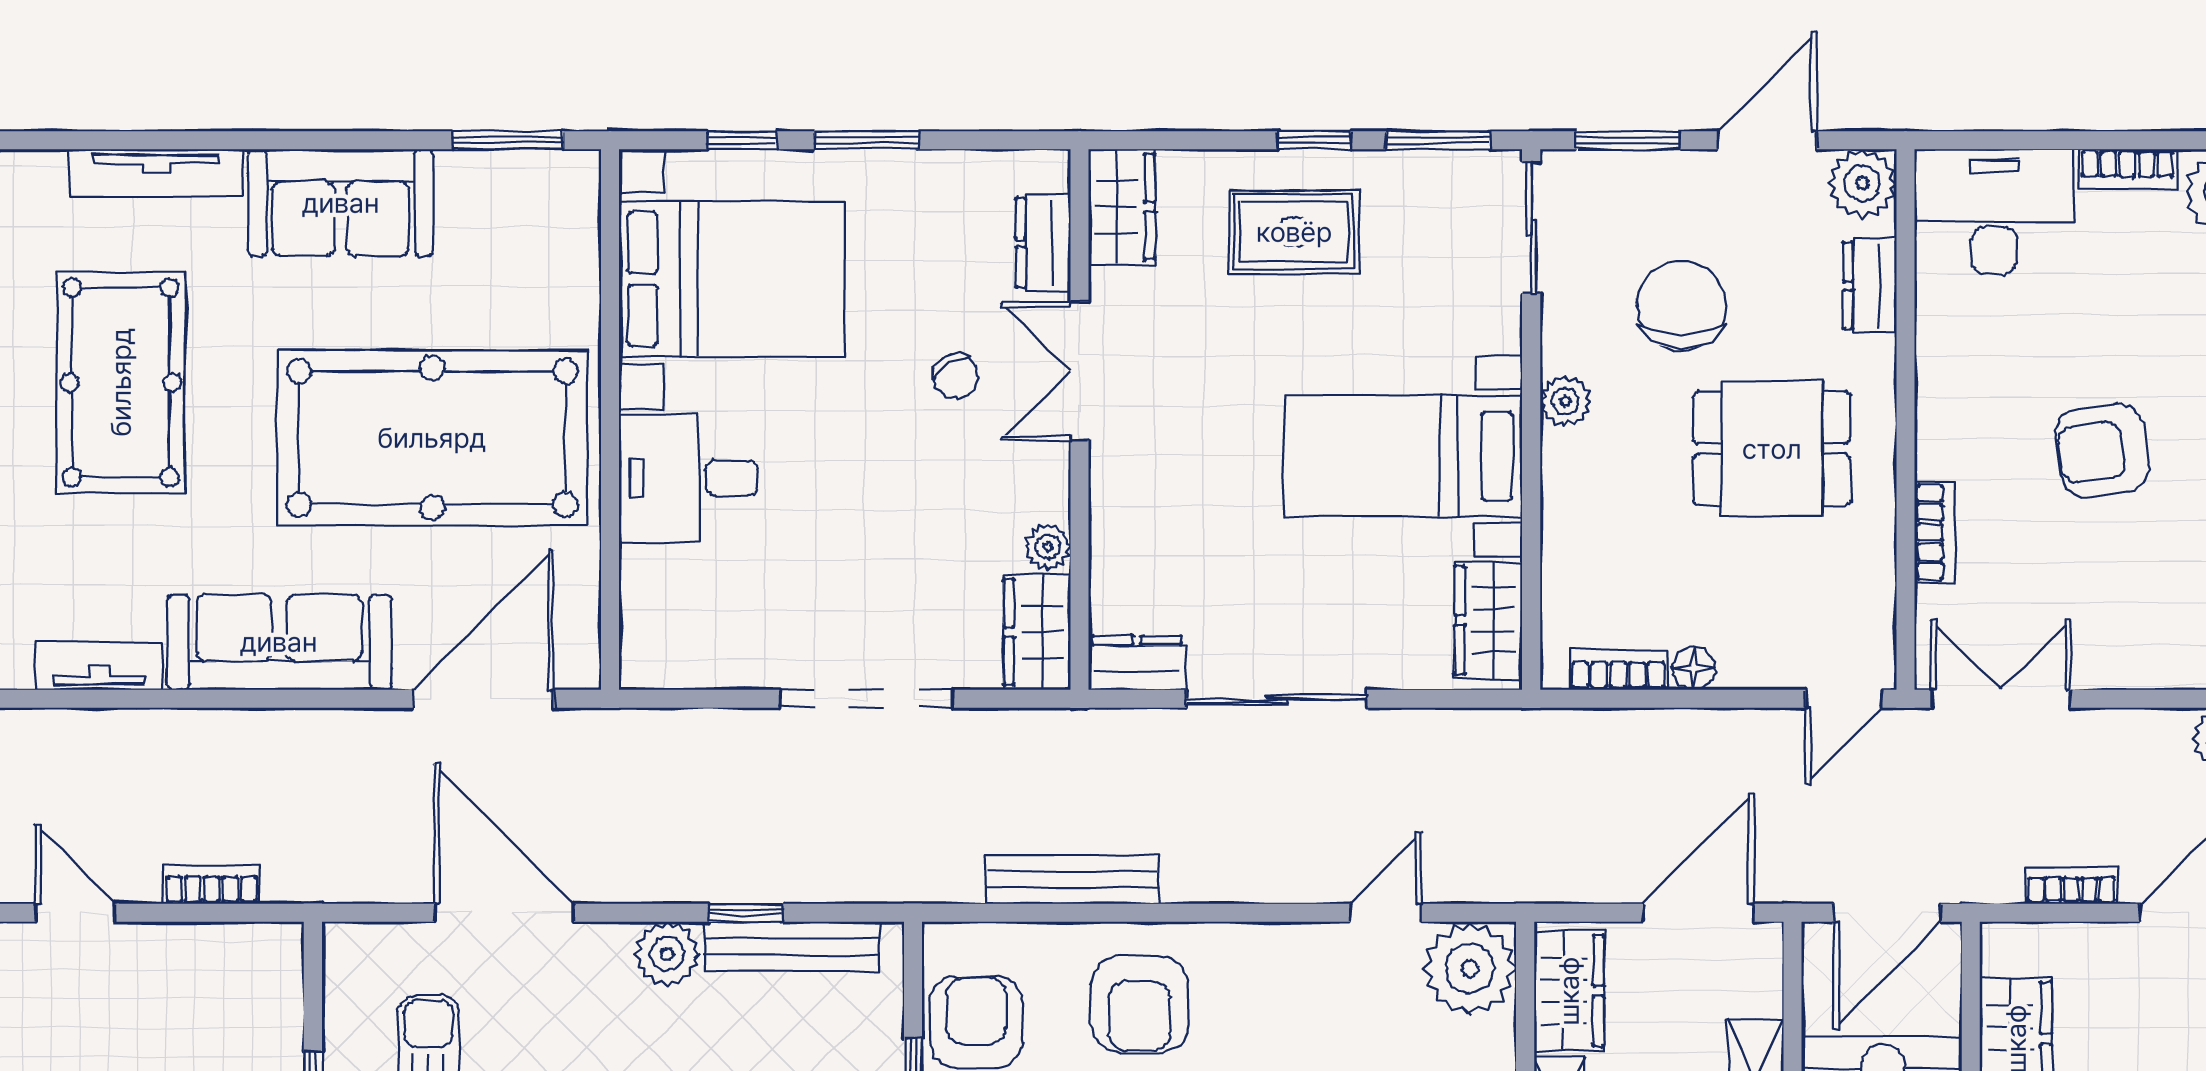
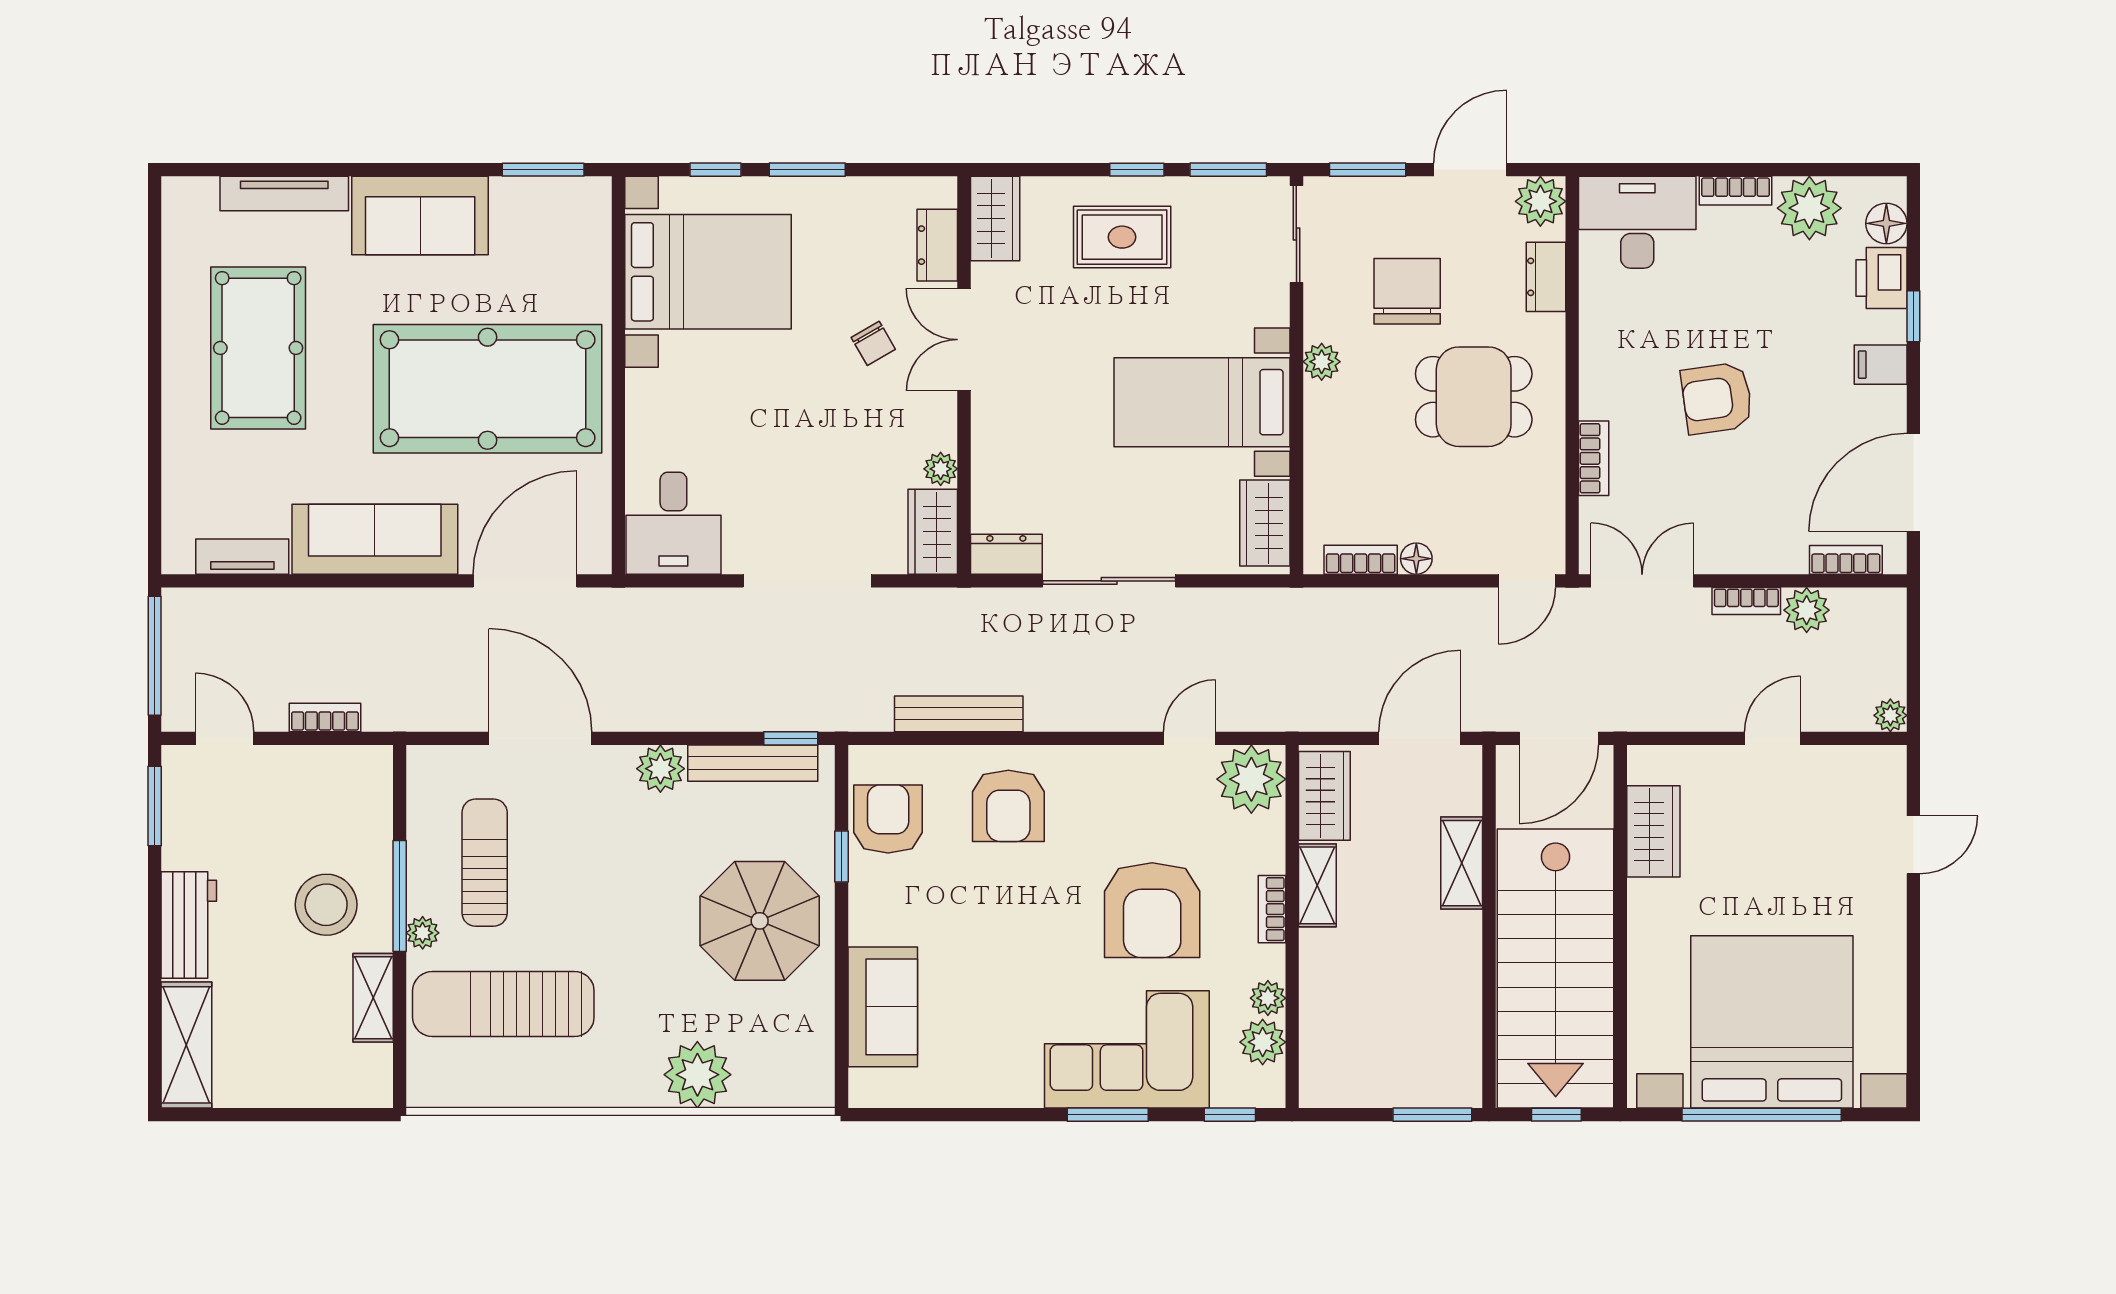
desk: (688, 478) -> (673, 523), moved, turned -90
bookcase: (2071, 885) -> (1746, 601), moved, turned 180
window: (746, 913) -> (791, 738), moved

